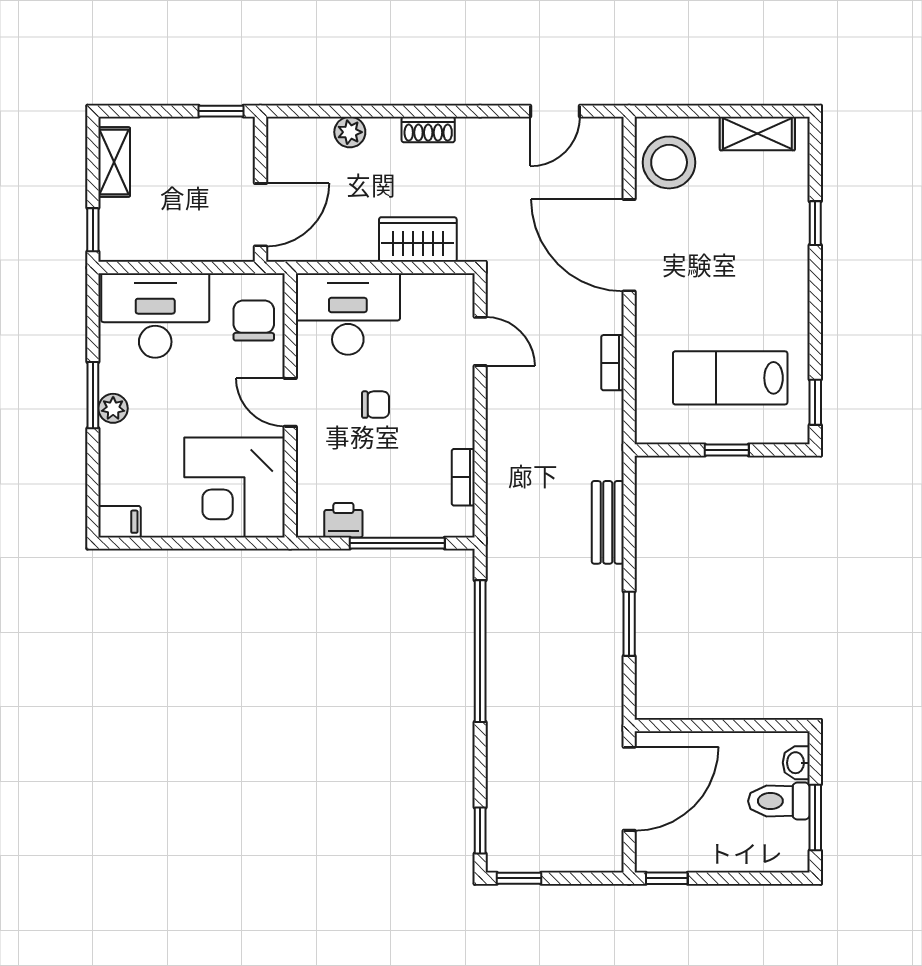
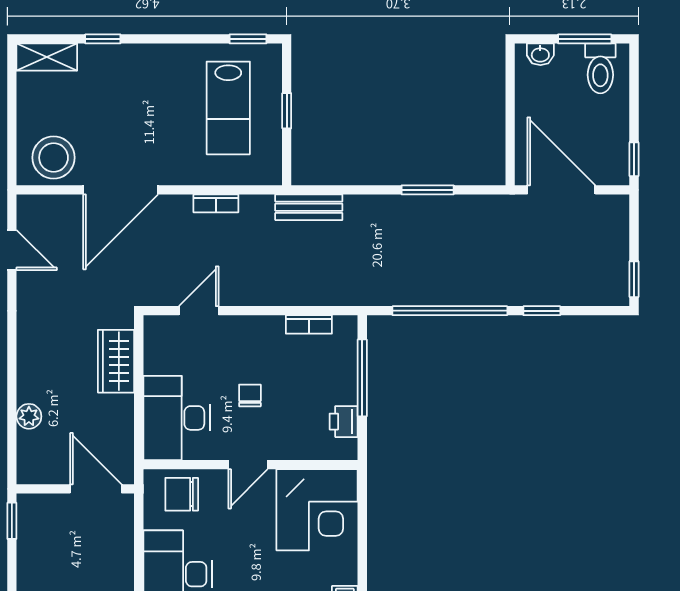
shoe rack: (428, 130) -> (27, 353), removed
shelving: (757, 134) -> (47, 57), moved, turned 90
bench: (608, 522) -> (309, 207), moved
toilet: (779, 801) -> (600, 68), moved
window: (480, 831) -> (542, 311), moved

